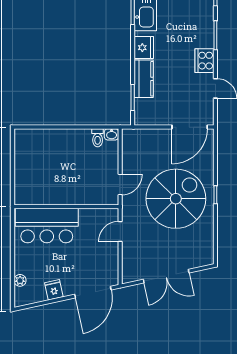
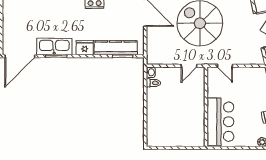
kitchen counter: (144, 79) -> (116, 48), width x1.50
door: (120, 184) -> (189, 66), swing flipped

